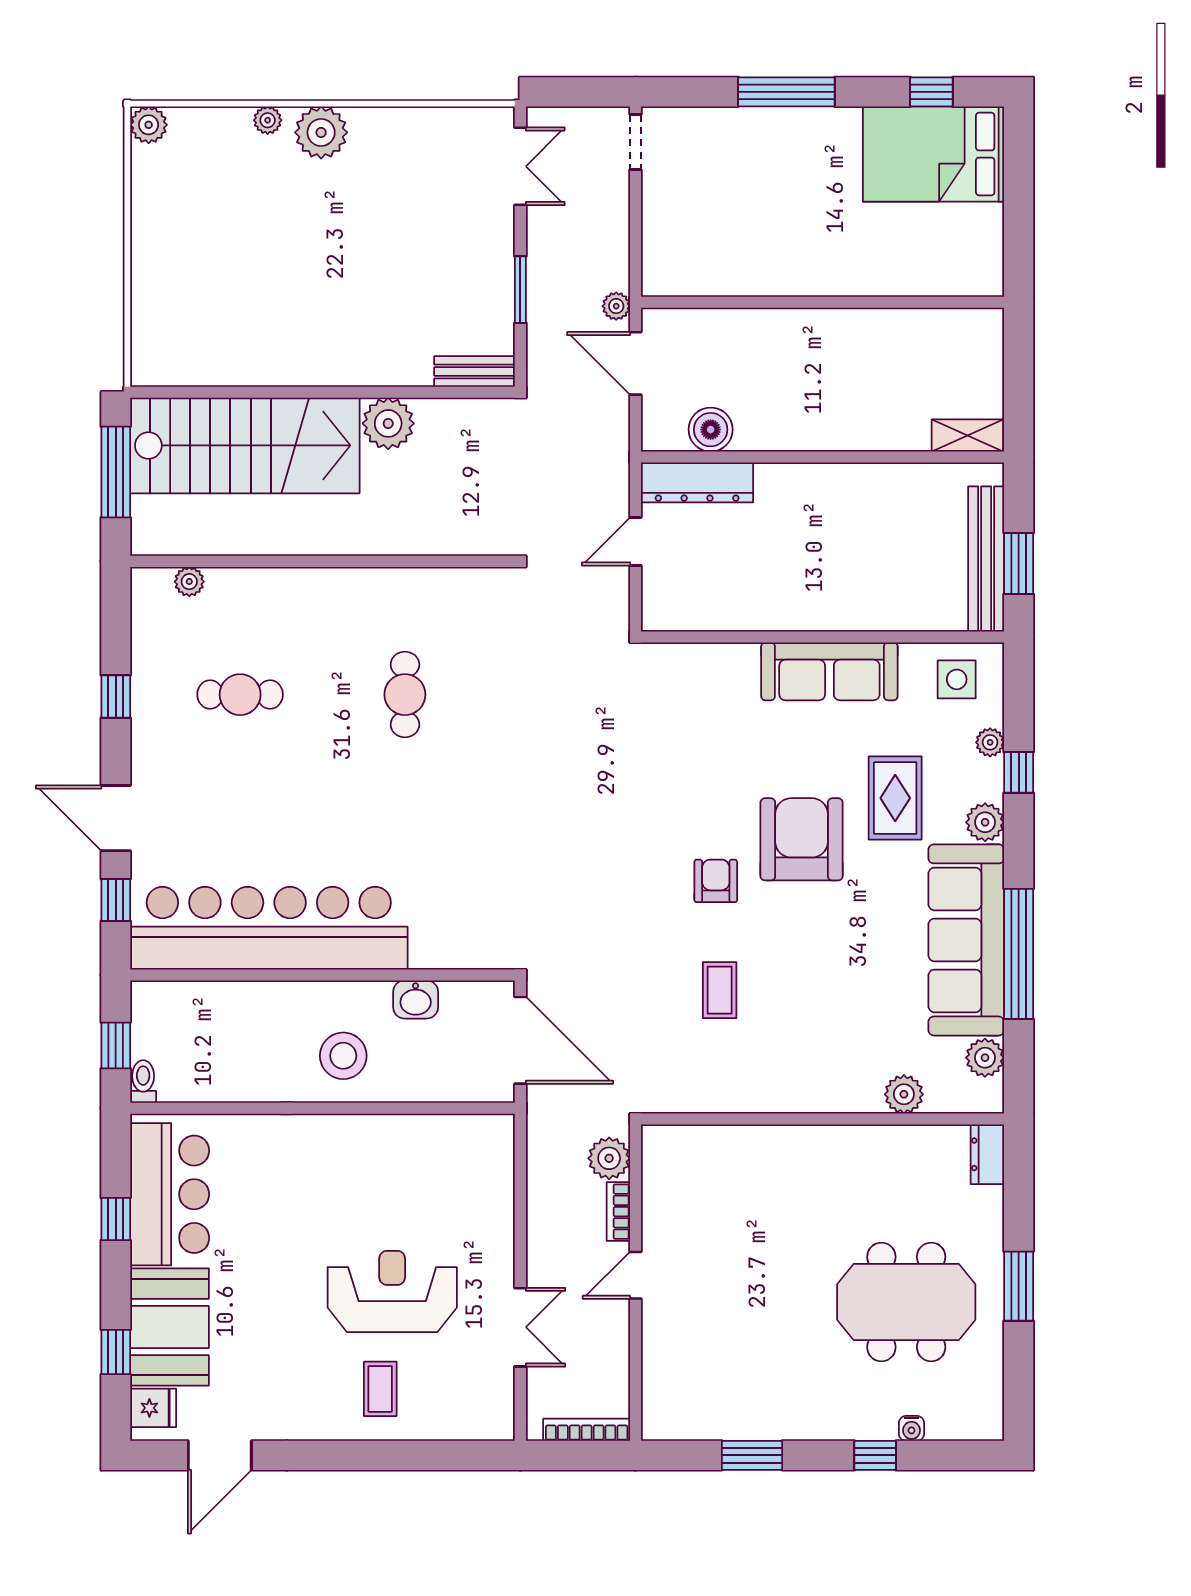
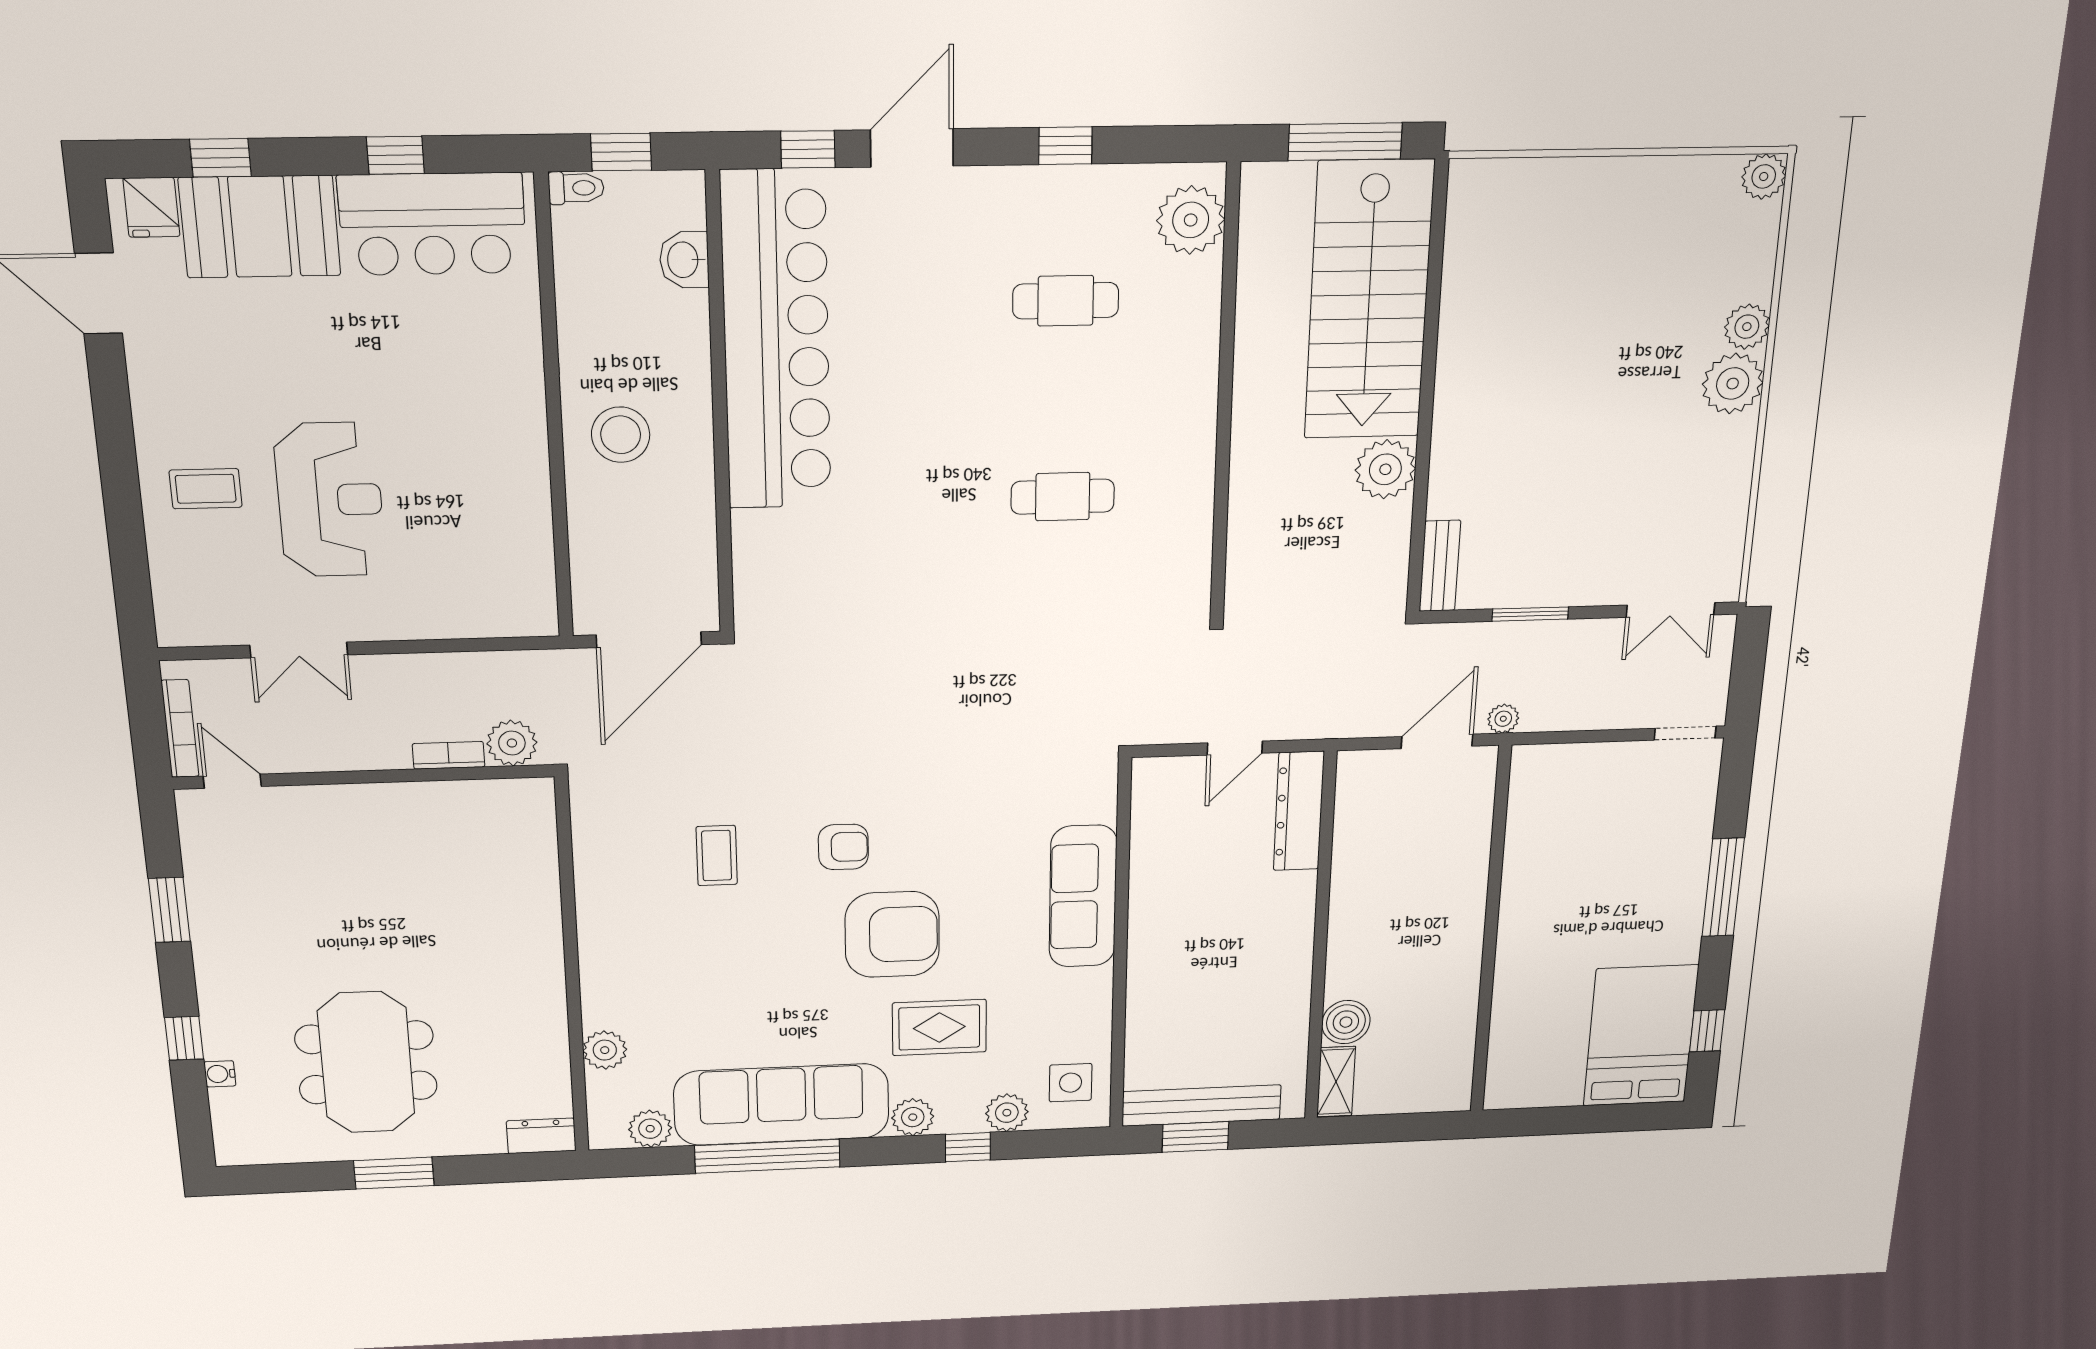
plant: (268, 120) -> (1747, 327), width x1.38, depth x1.38
boiler: (711, 430) -> (1346, 1022), moved
door: (635, 541) -> (1235, 748), swing flipped
plant: (189, 582) -> (1191, 220), width x1.88, depth x1.88
sofa: (829, 671) -> (1083, 896), moved
cafe table: (240, 695) -> (1066, 301), turned 90
plant: (990, 742) -> (1007, 1113), width x1.38, depth x1.38
coffee table: (720, 990) -> (717, 856), turned 90
washbasin: (416, 1000) -> (684, 260), moved
door: (635, 1275) -> (232, 781), moved

